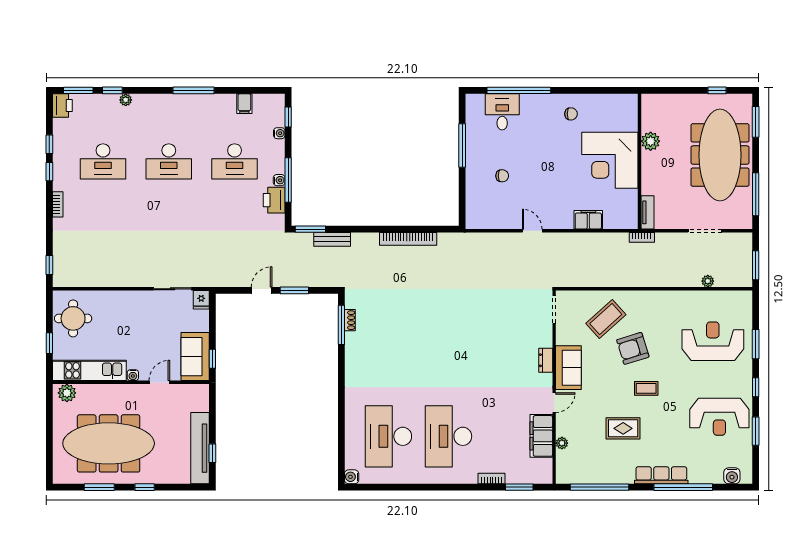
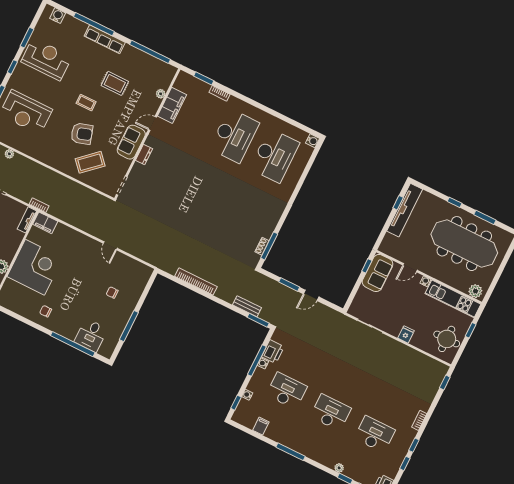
filing cabinet: (588, 220) -> (45, 223), moved
fridge: (201, 300) -> (406, 334), moved

